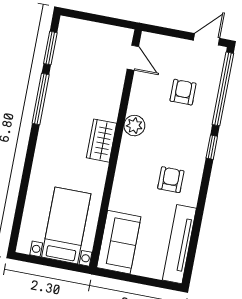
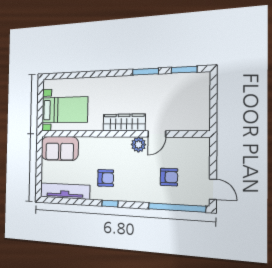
door: (133, 58) -> (157, 134), moved
window: (41, 99) -> (146, 72), width x0.69
wardrobe: (102, 141) -> (124, 123), width x1.50
window: (212, 147) -> (110, 204), moved

